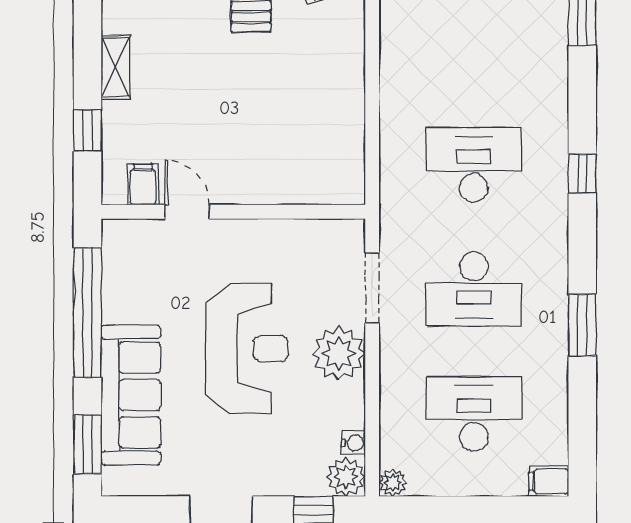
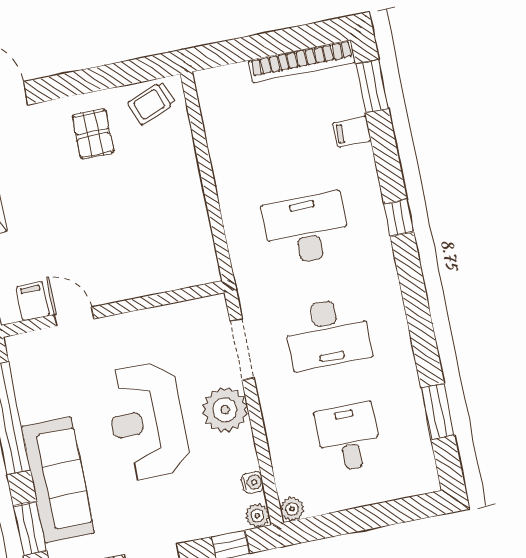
window: (582, 325) -> (438, 411), moved
reception desk: (247, 348) -> (147, 421), turned 180
desk: (474, 414) -> (348, 438), width x0.73
plant: (346, 477) -> (257, 516), width x0.73, depth x0.73
filing cabinet: (549, 481) -> (352, 132), moved

